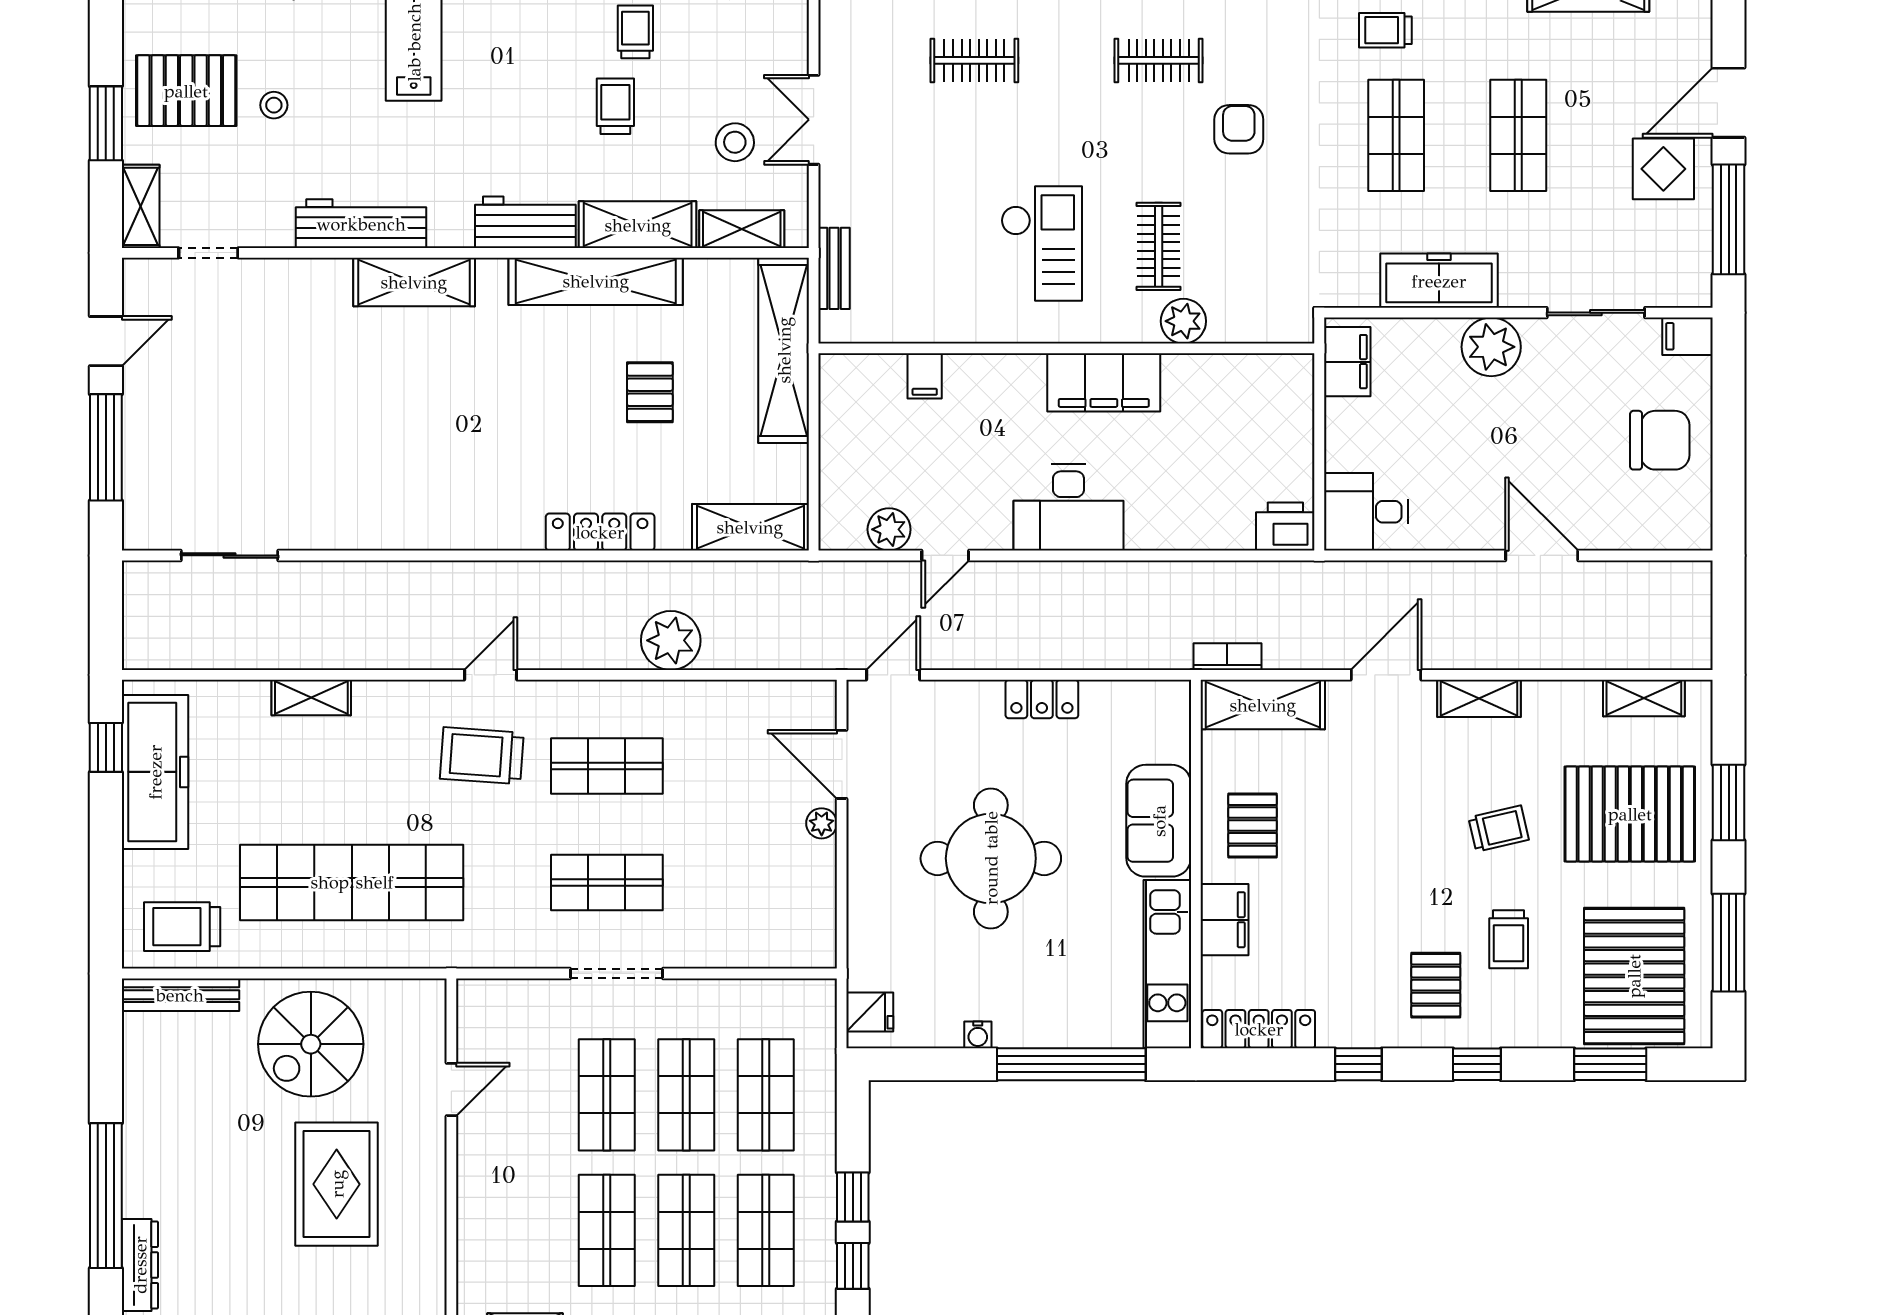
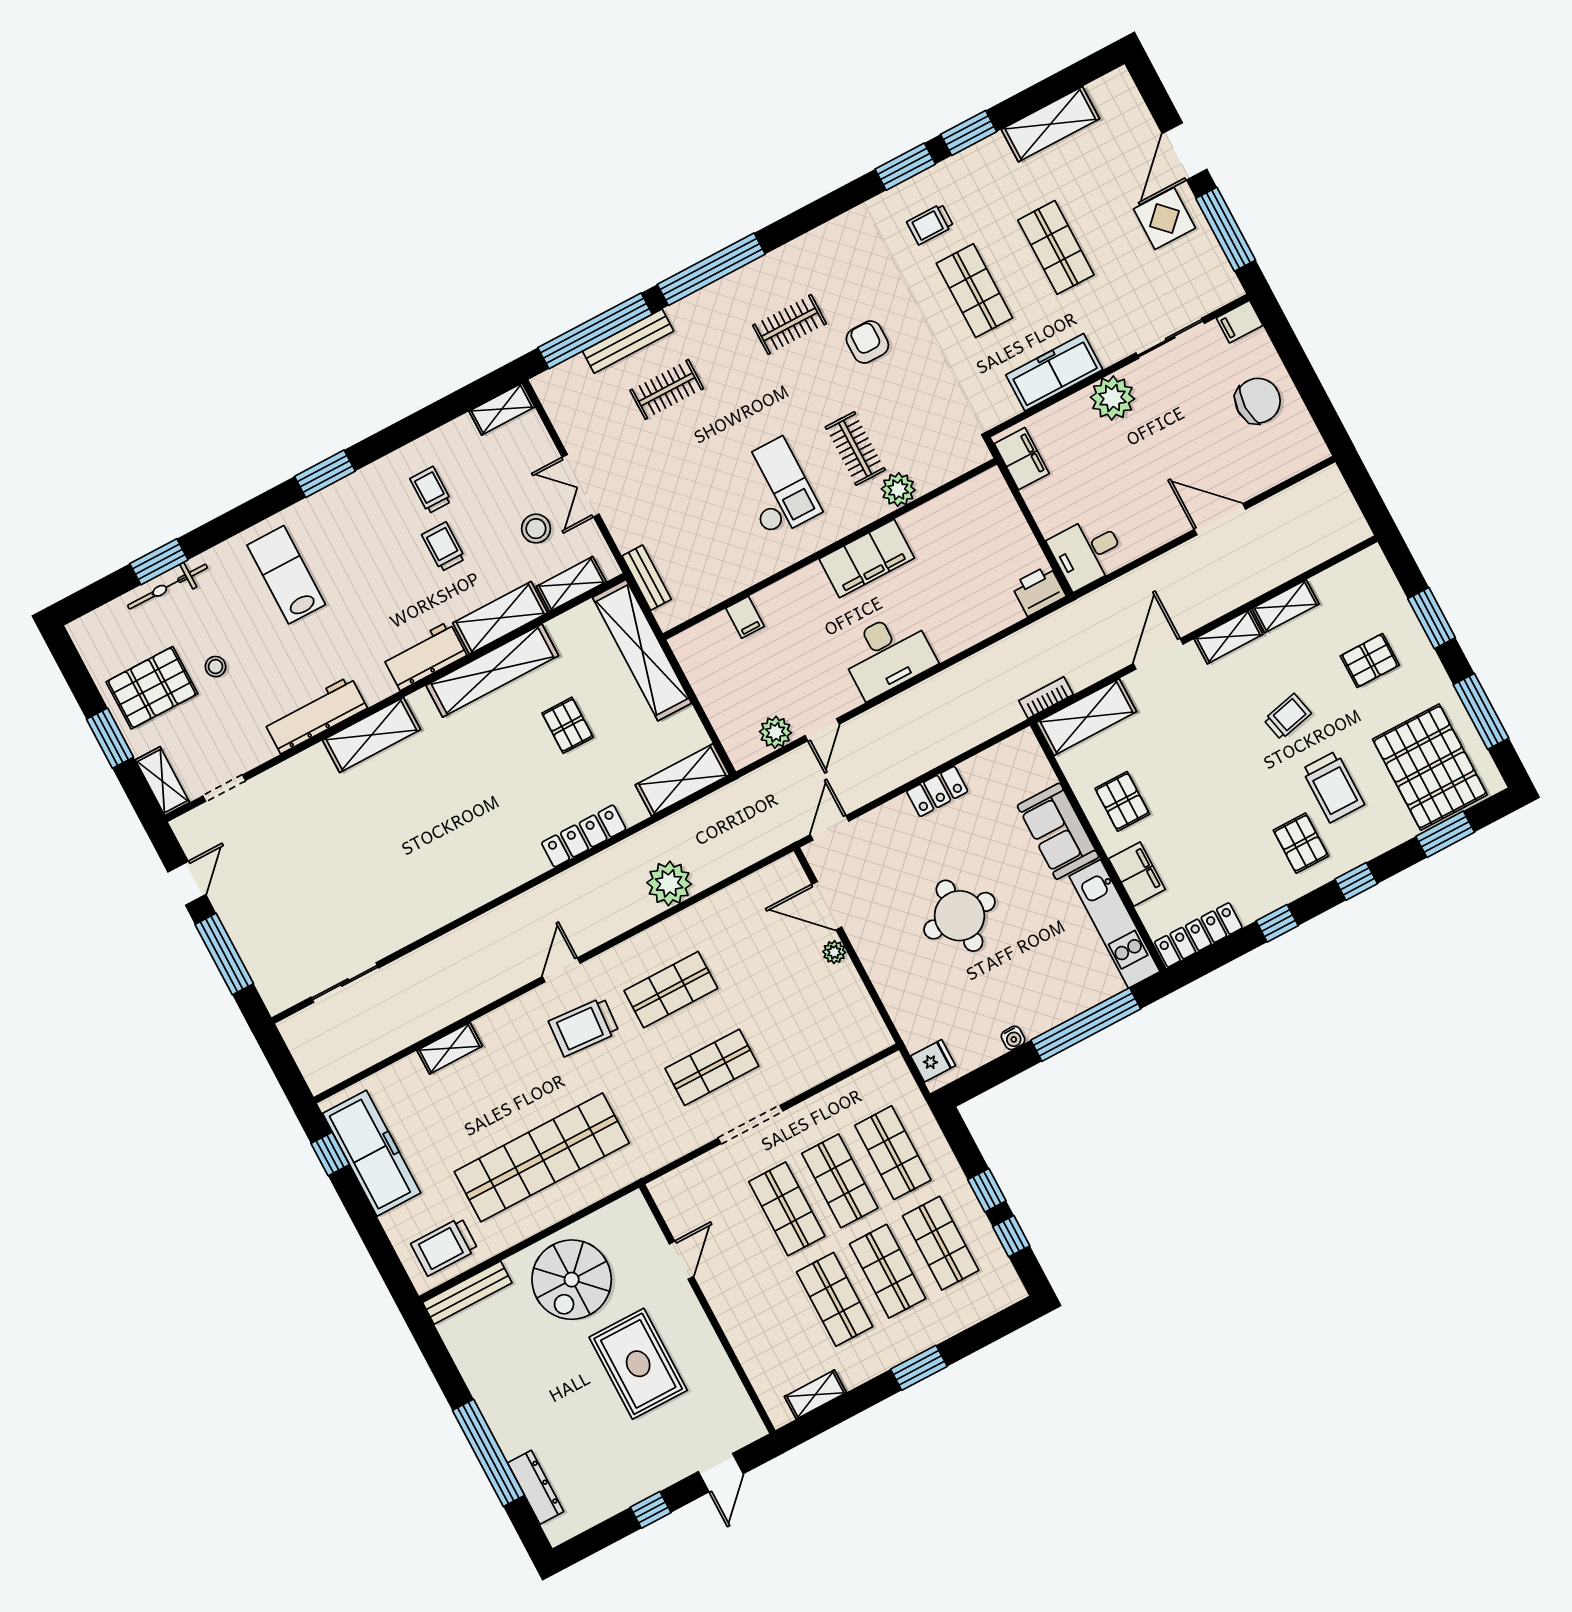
shelving: (1644, 698) -> (1285, 606), moved
pallet: (1630, 814) -> (1370, 661), width x0.49, depth x0.50
round table: (991, 858) -> (959, 916), width x0.73, depth x0.73
trolley: (1509, 939) -> (1333, 787), width x1.36, depth x1.39

